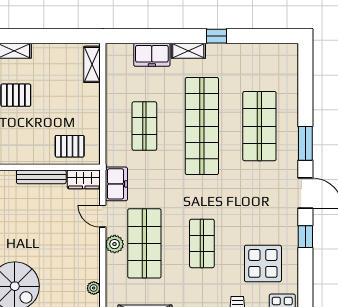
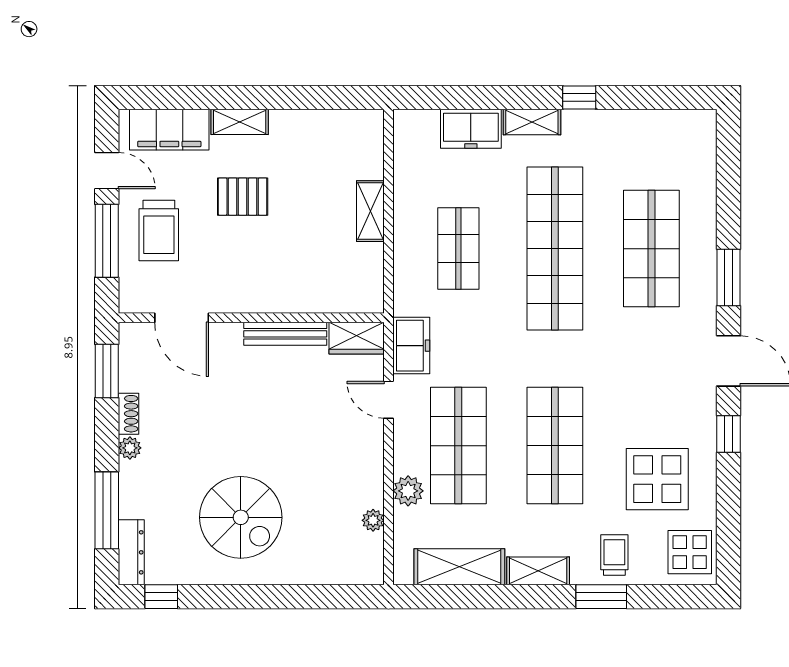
shelving: (92, 64) -> (370, 211), moved
pallet: (70, 146) -> (333, 282), removed
shop shelf: (202, 243) -> (555, 446), width x1.43, depth x1.36
plant: (115, 244) -> (408, 491), moved

